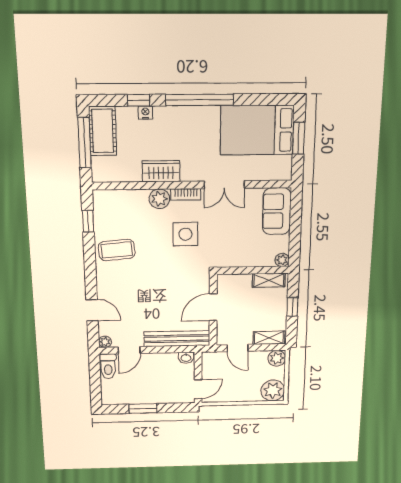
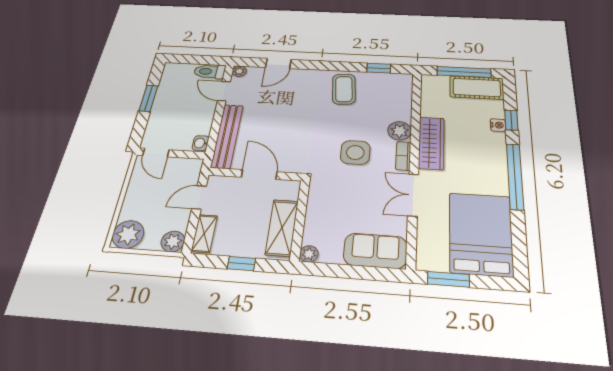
window: (299, 138) -> (449, 279), moved
wardrobe: (161, 171) -> (431, 143), width x1.50
shelving: (269, 280) -> (282, 228), width x1.50, depth x1.33

